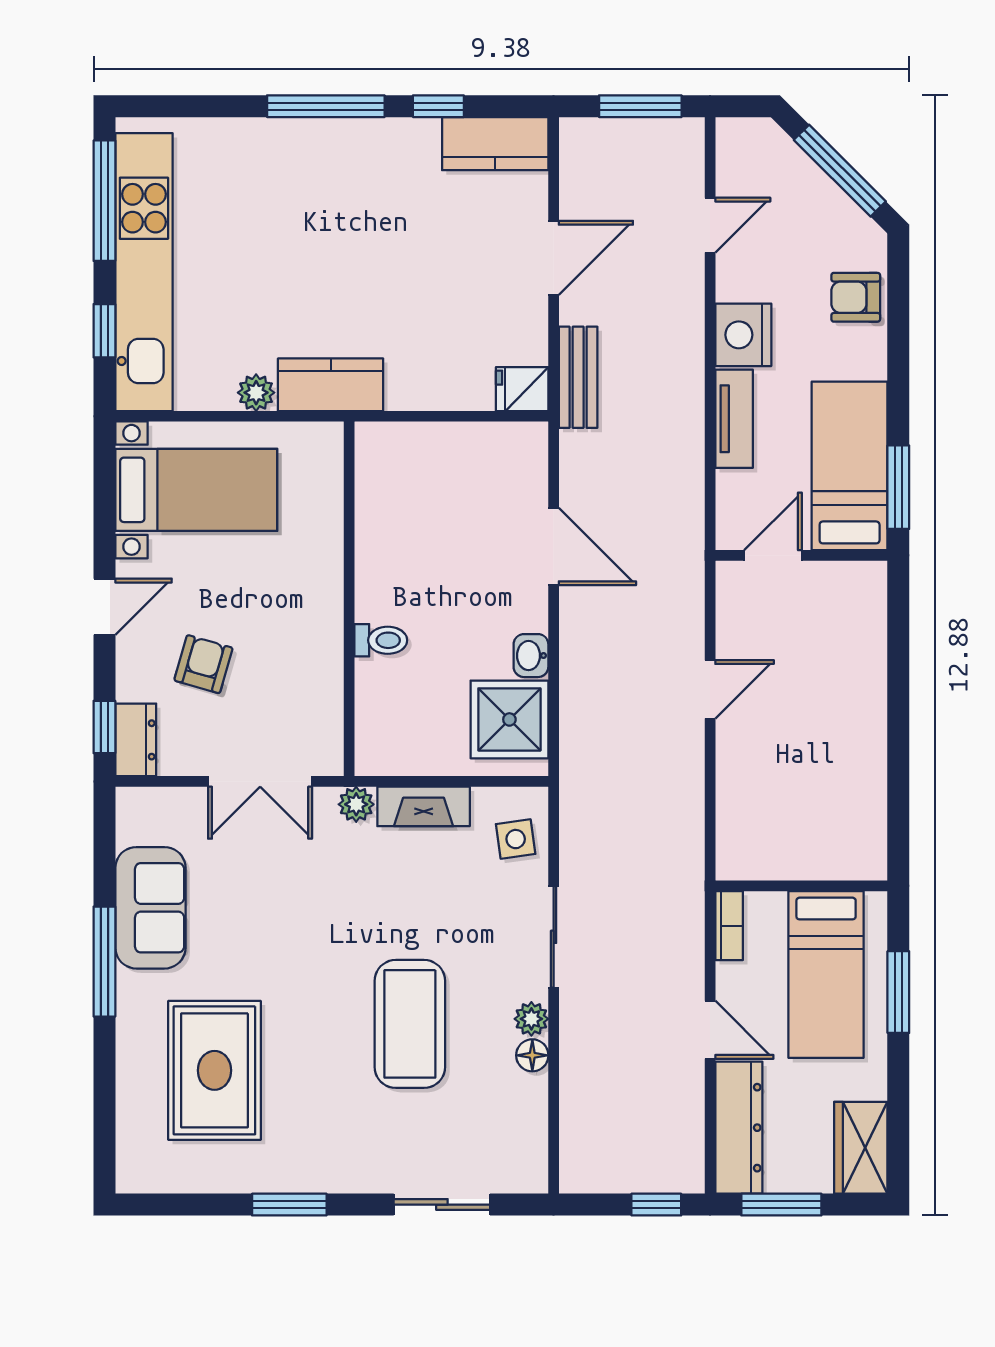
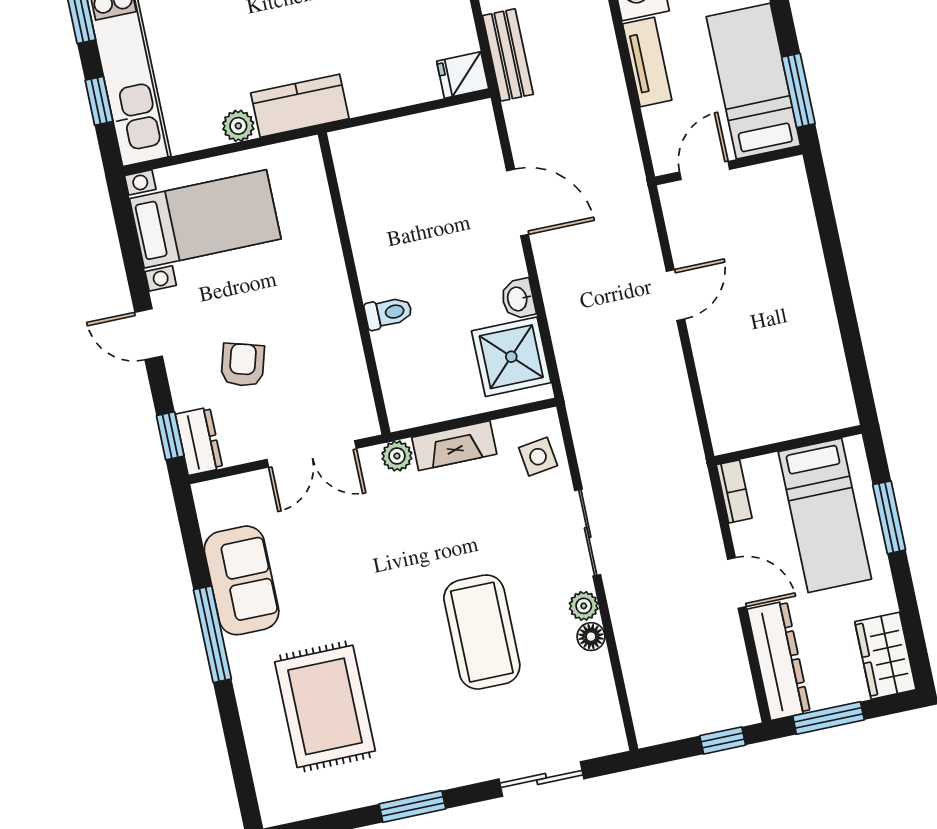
door: (104, 607) -> (149, 334), swing flipped

